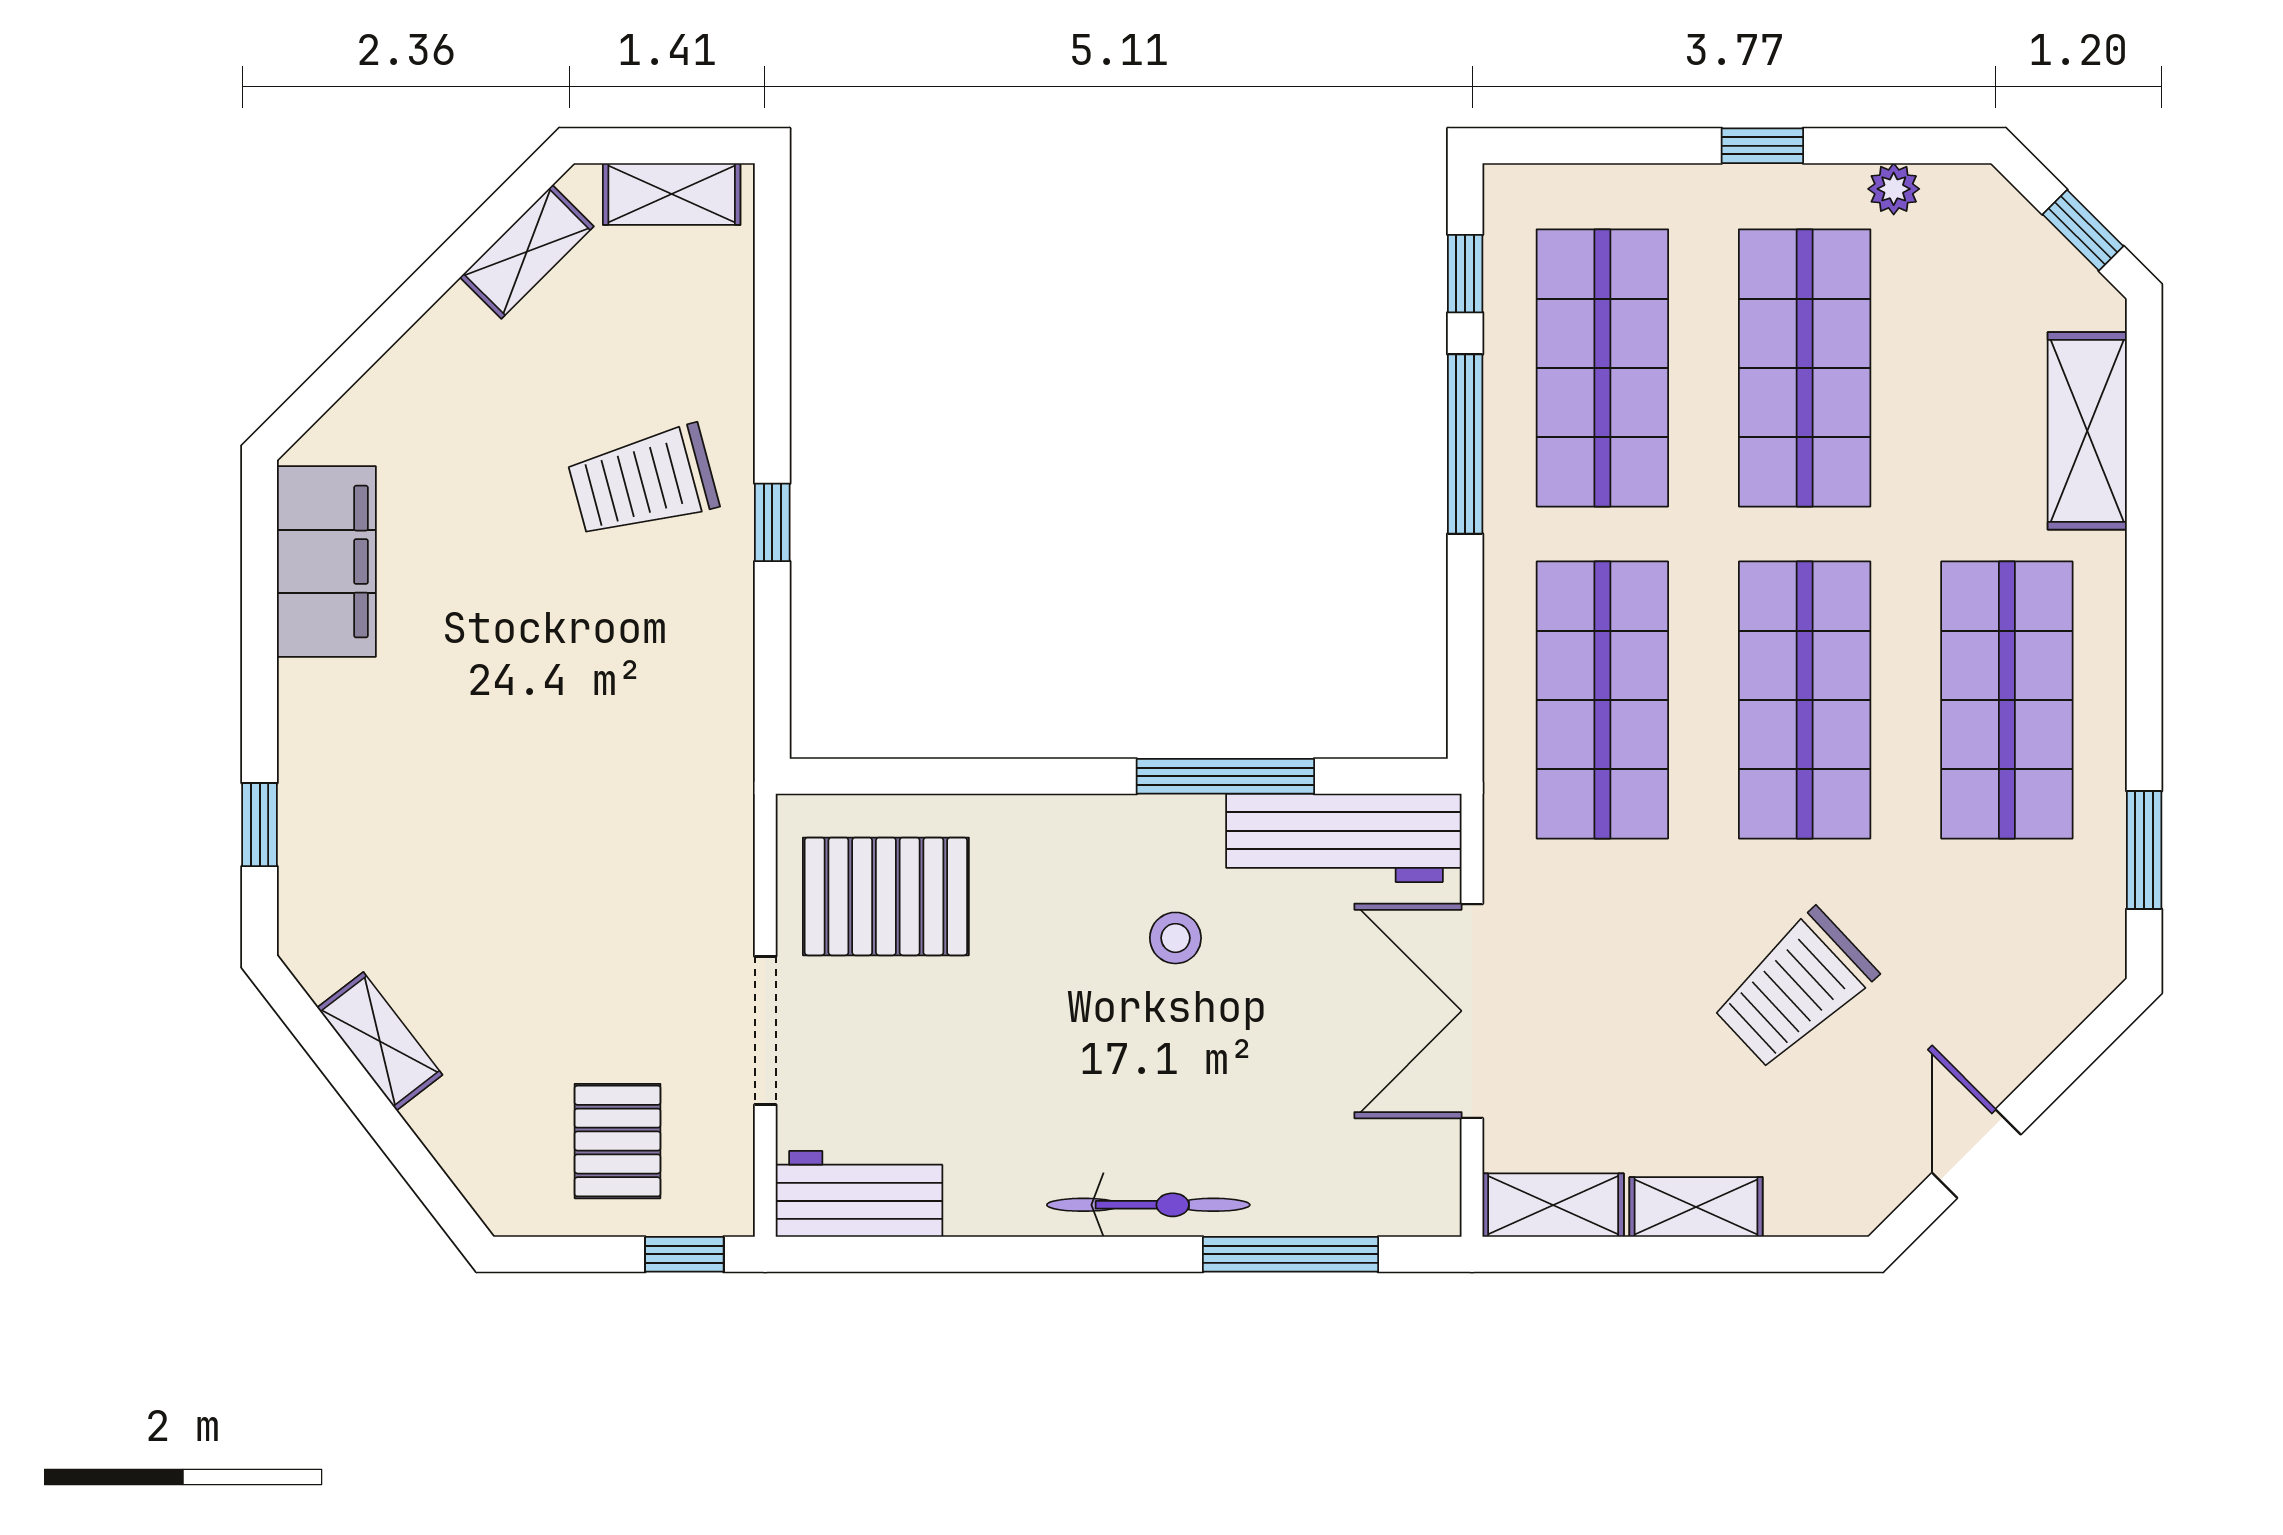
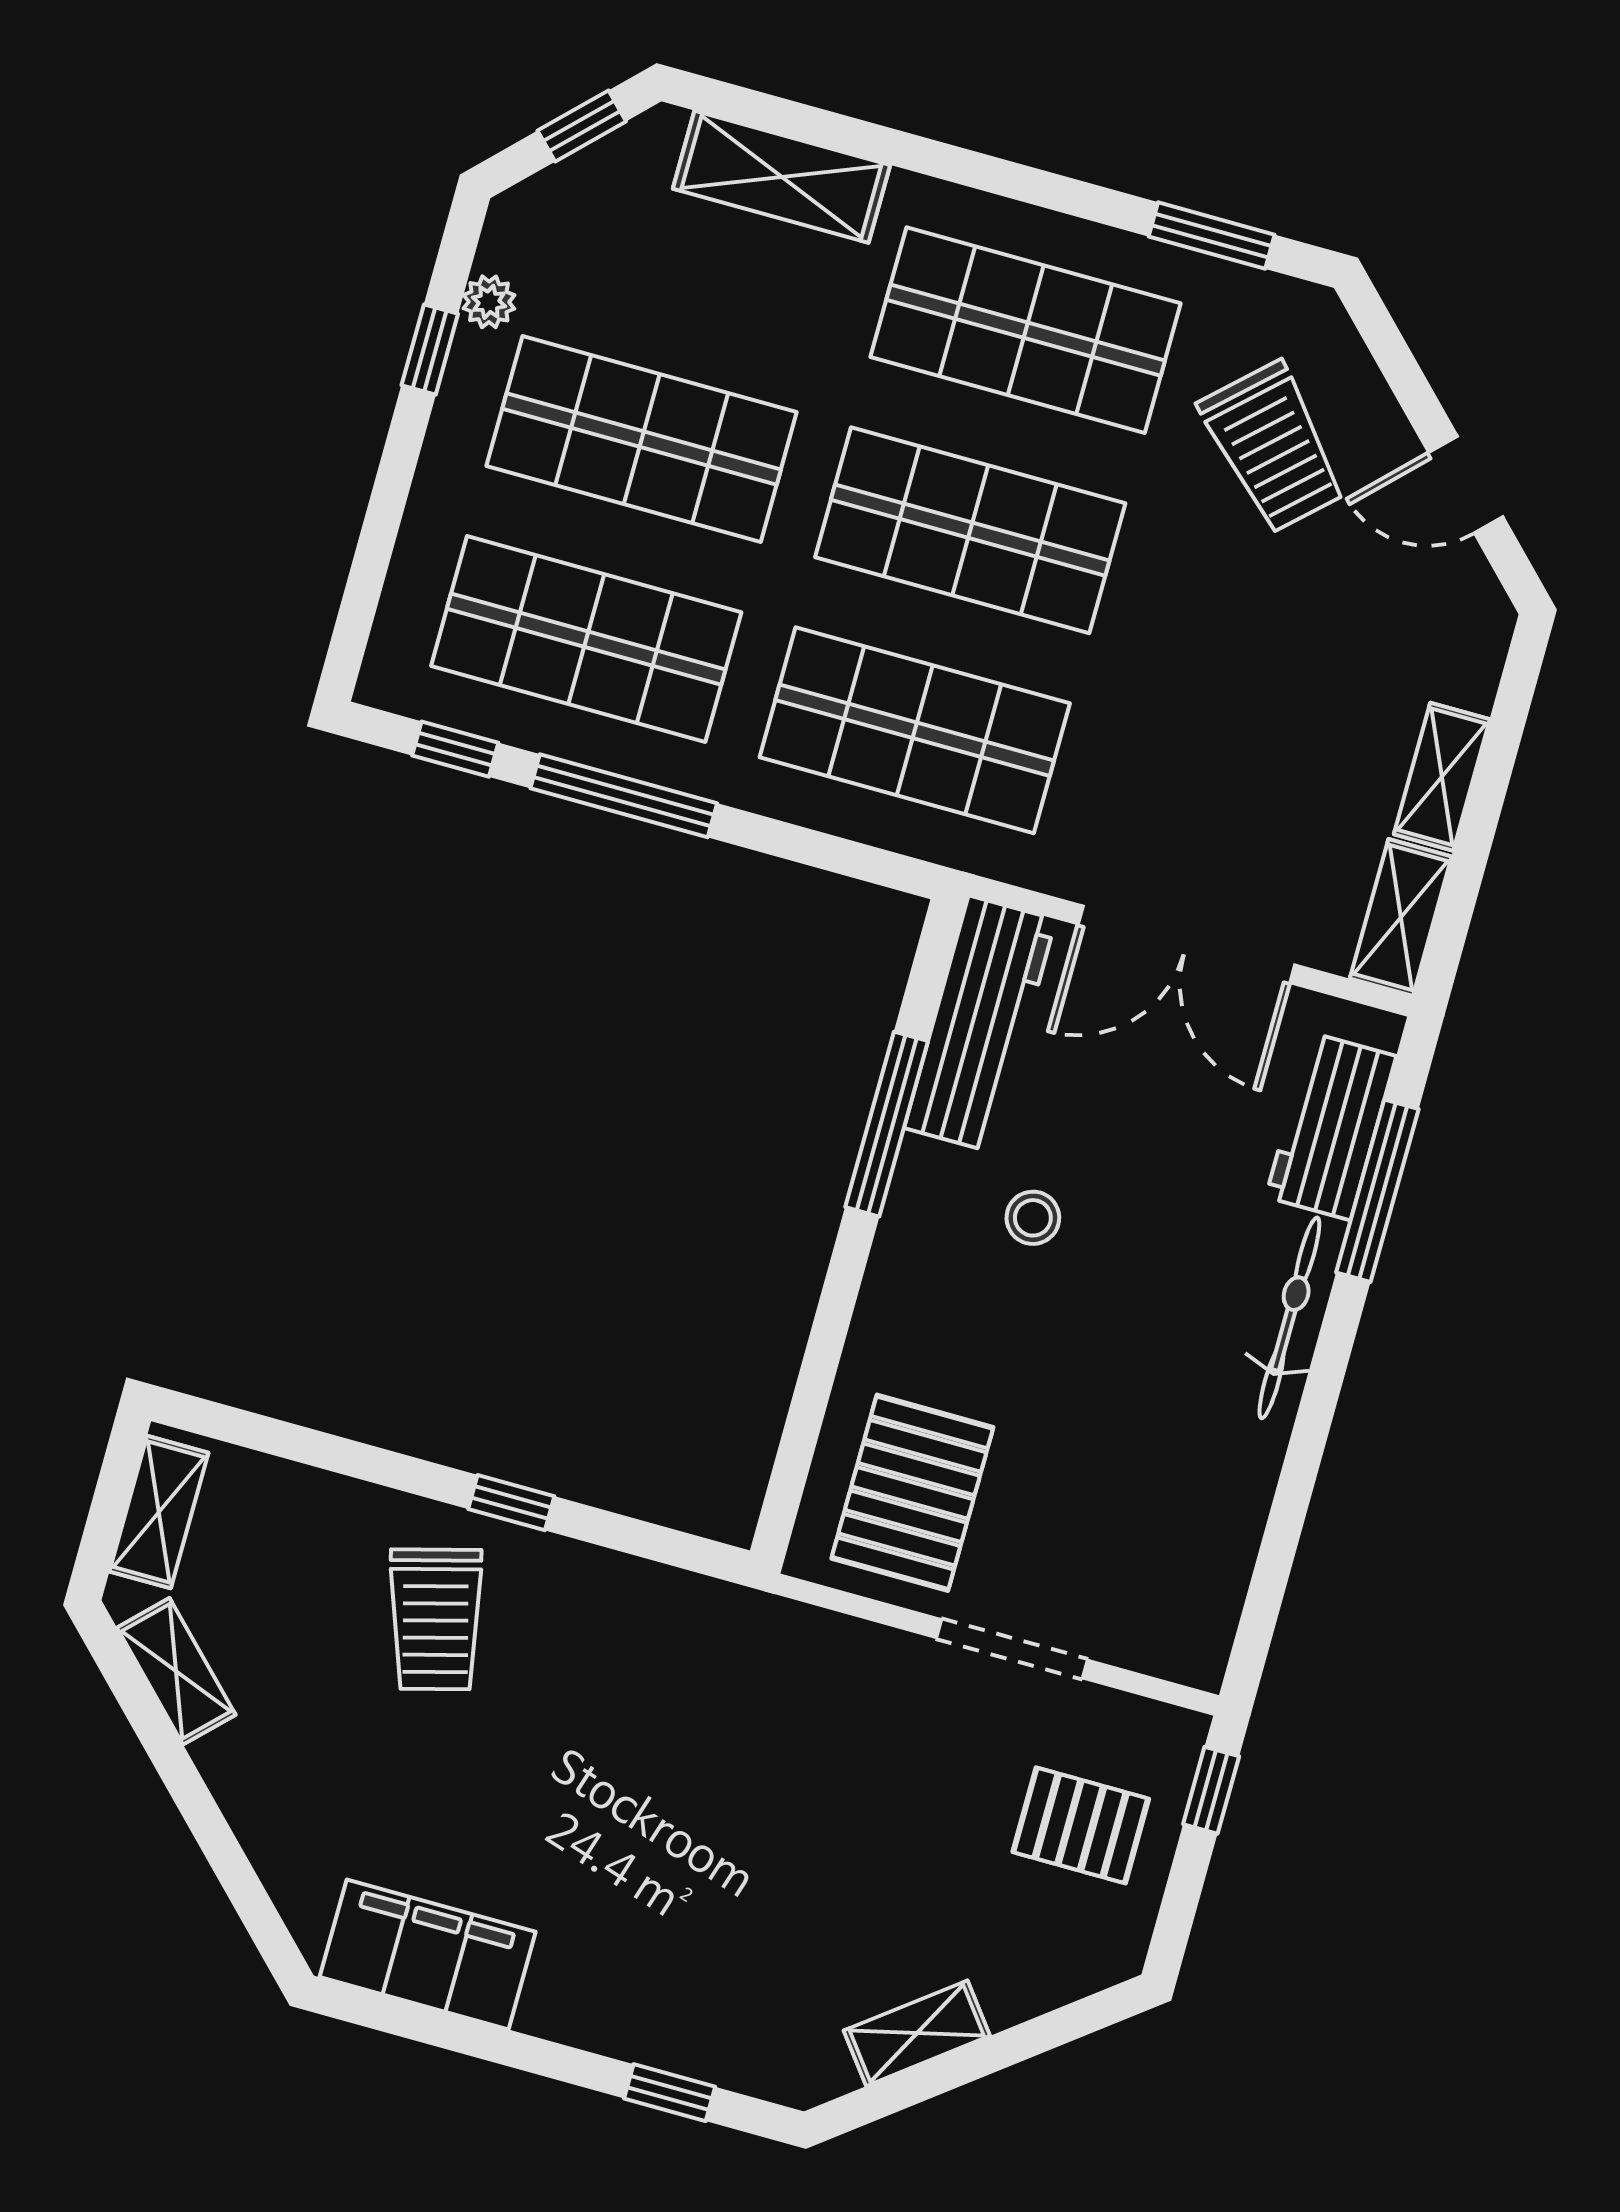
window: (1762, 146) -> (430, 349), moved
trolley: (1795, 989) -> (1273, 448), moved
workbench: (859, 1194) -> (1331, 1127), moved

